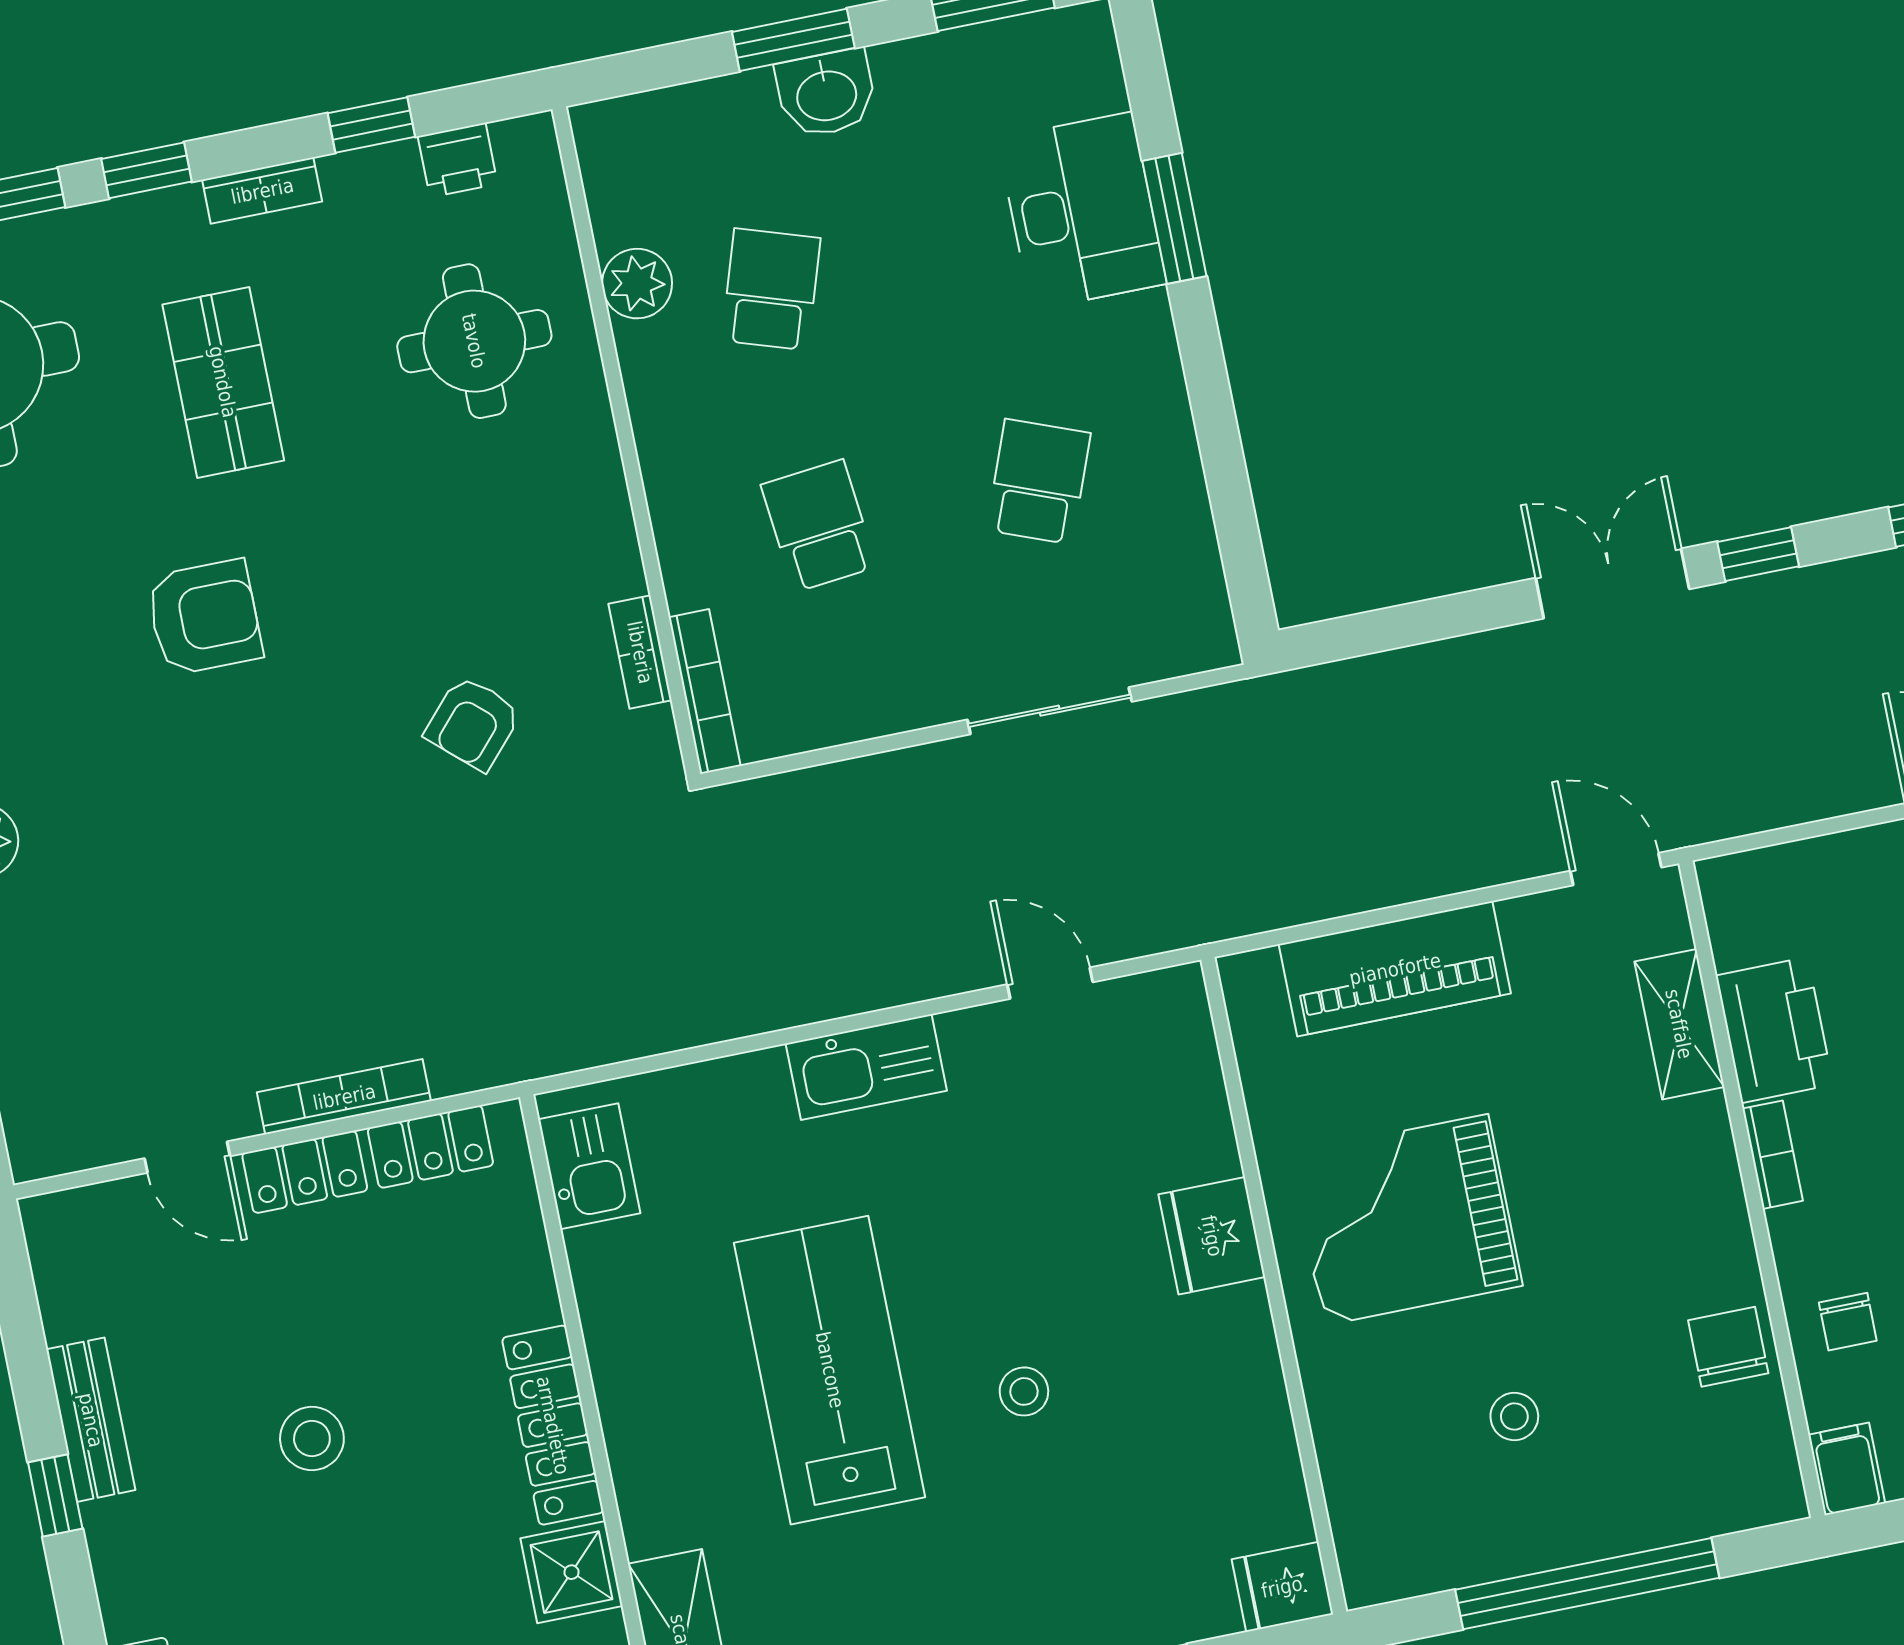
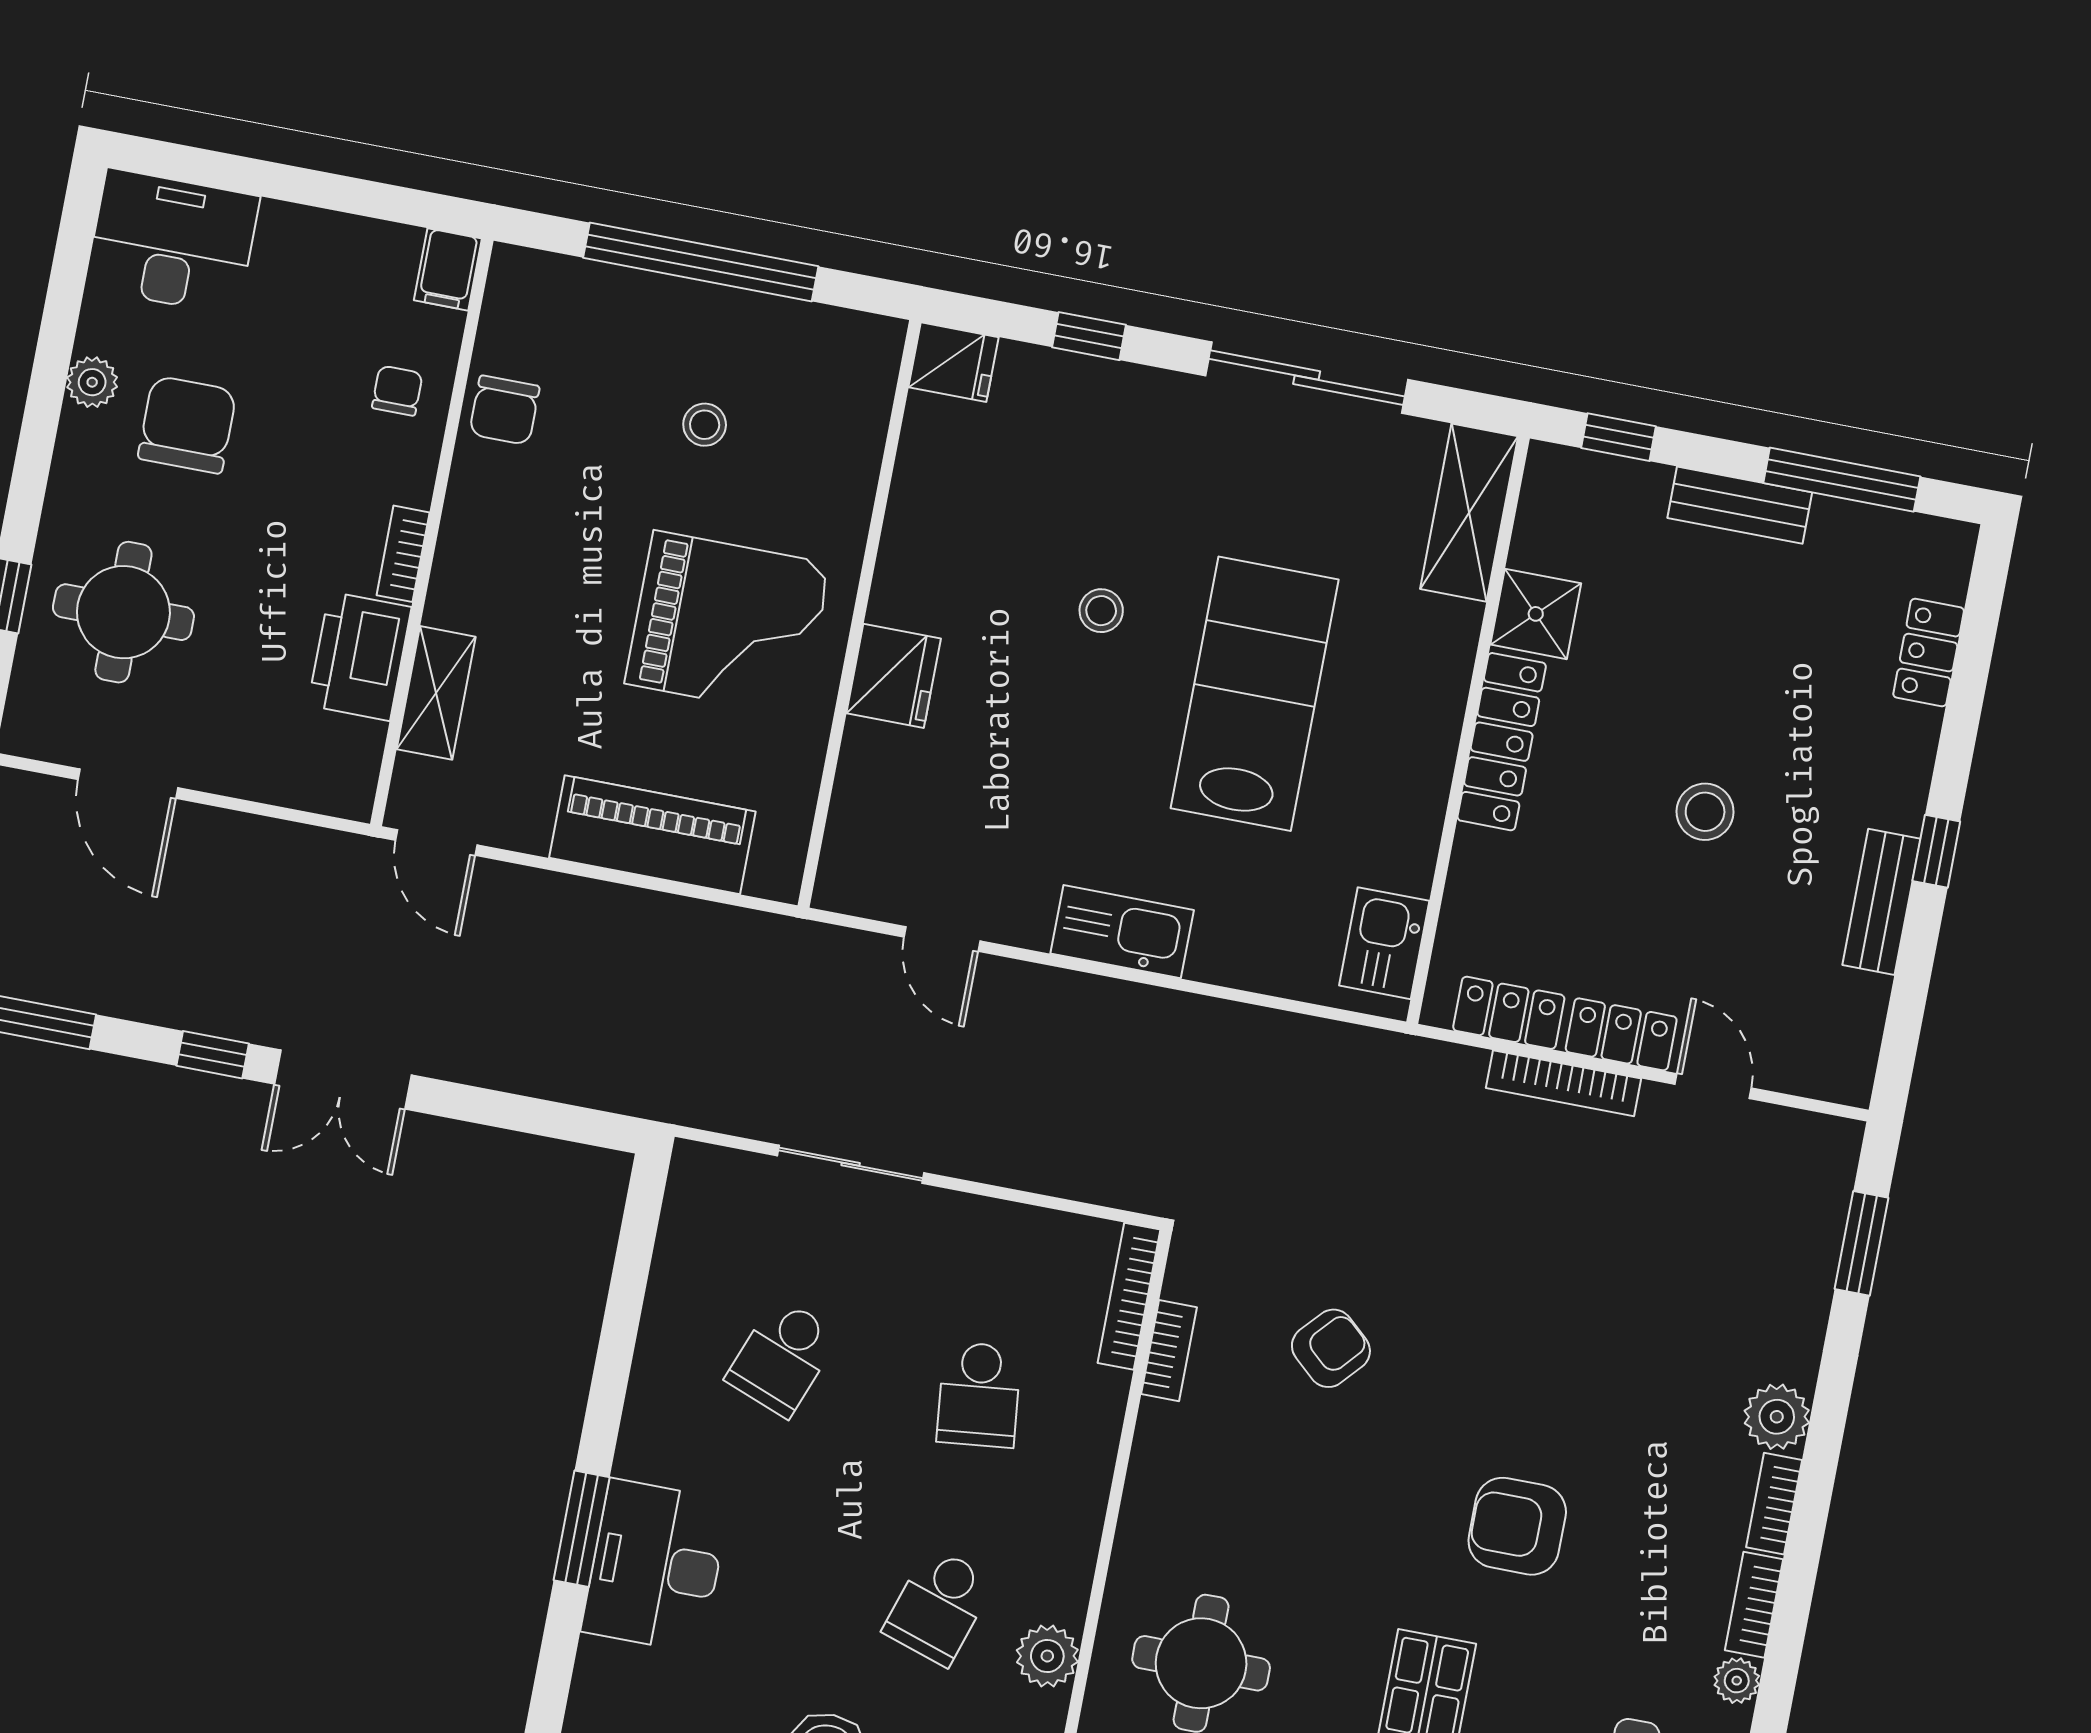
lab bench: (830, 1370) -> (1255, 694), turned 180

